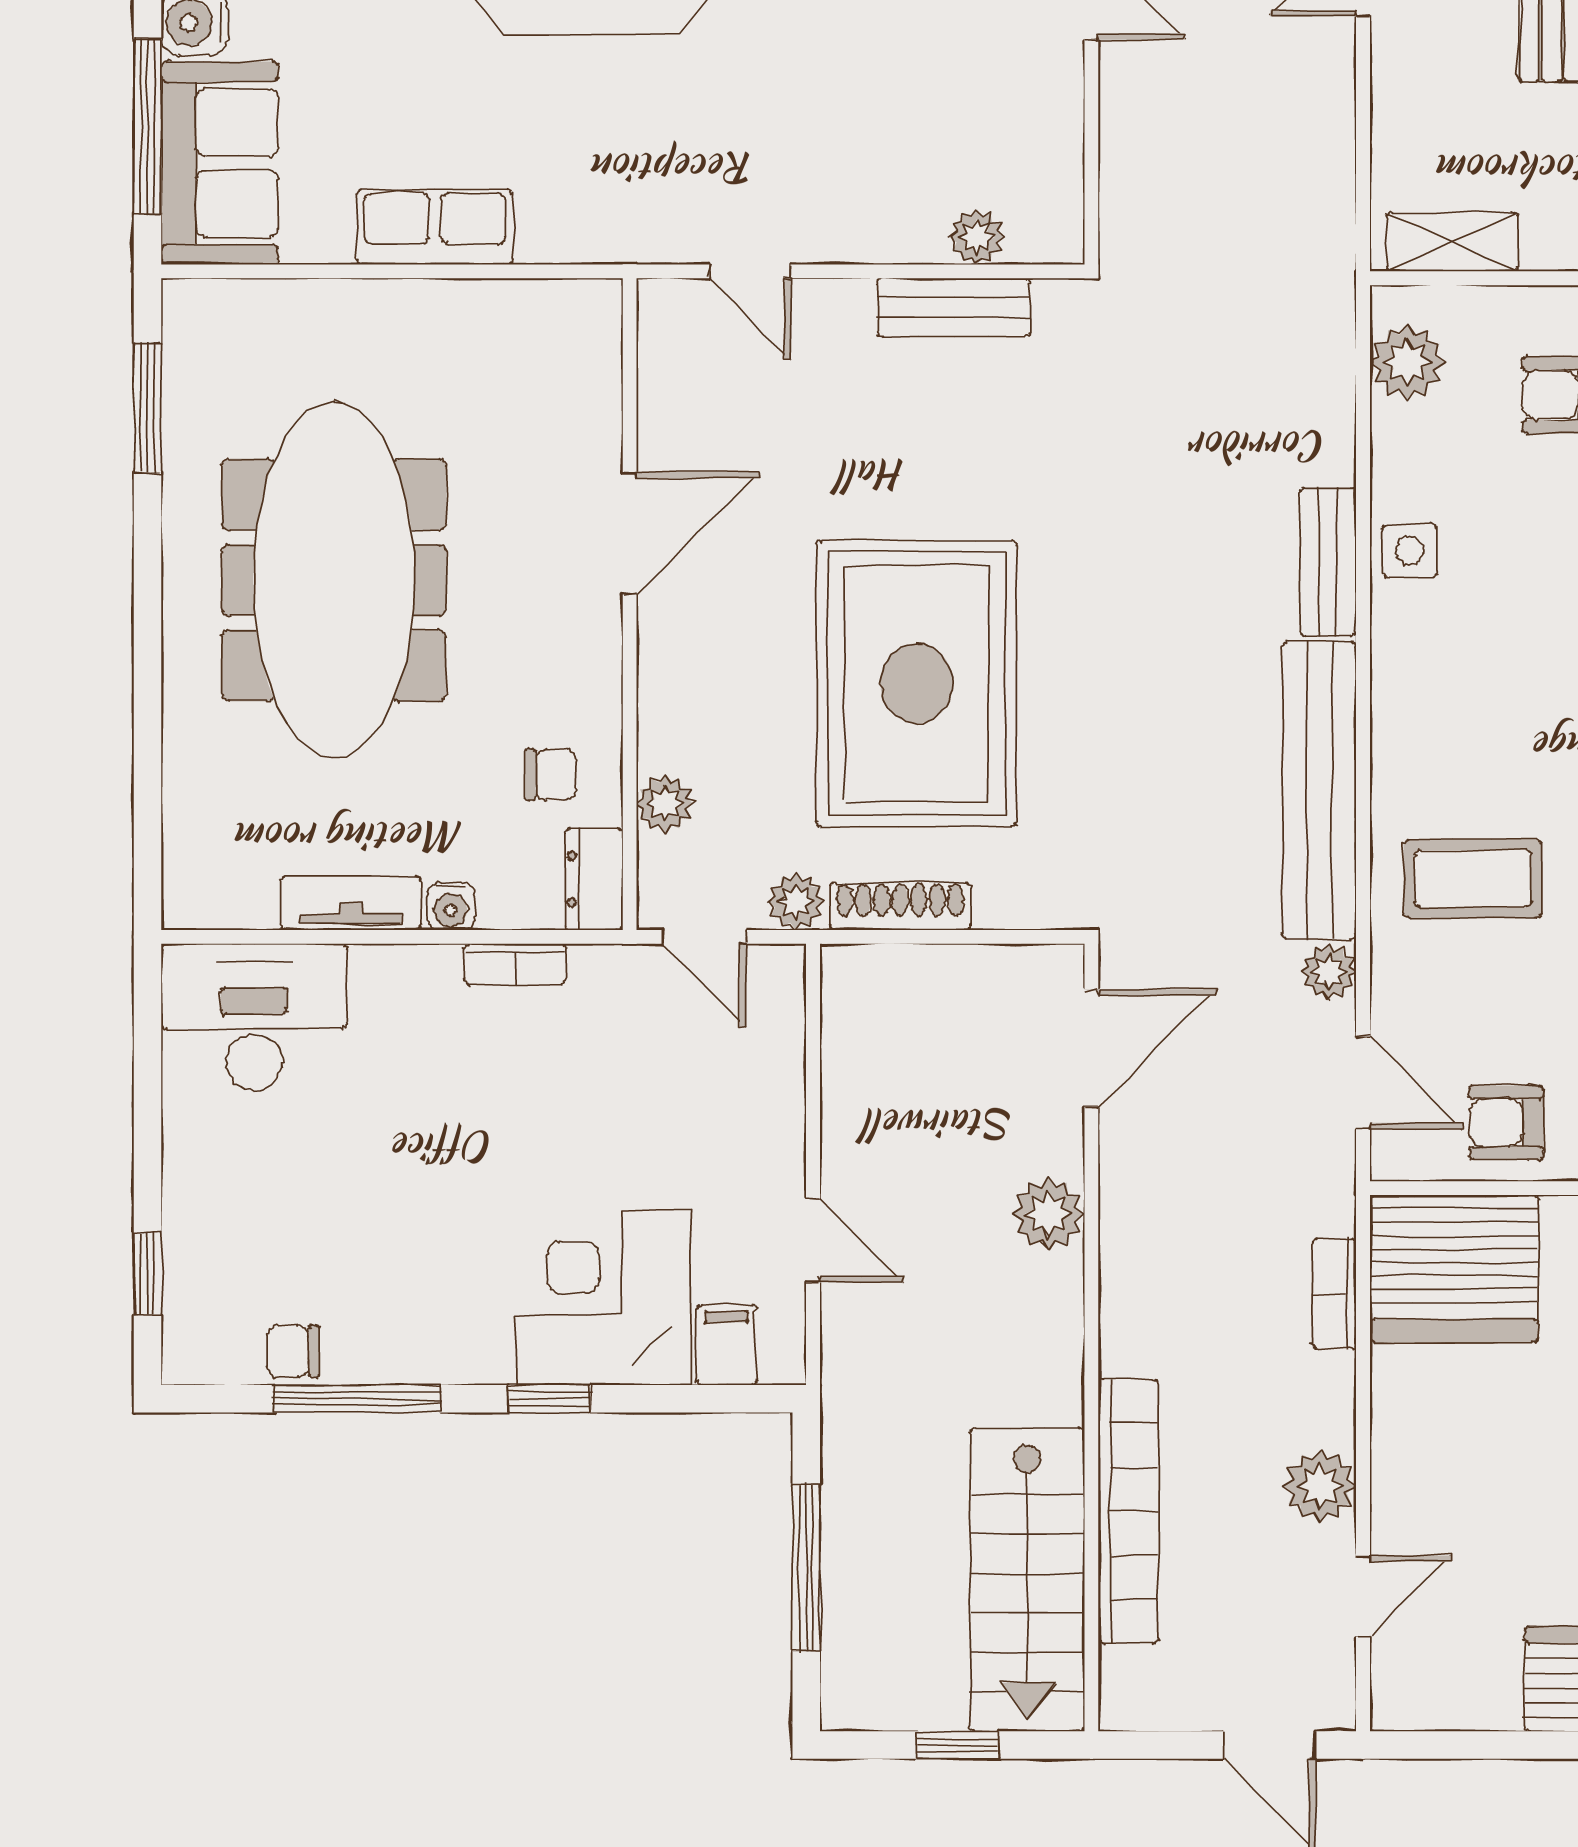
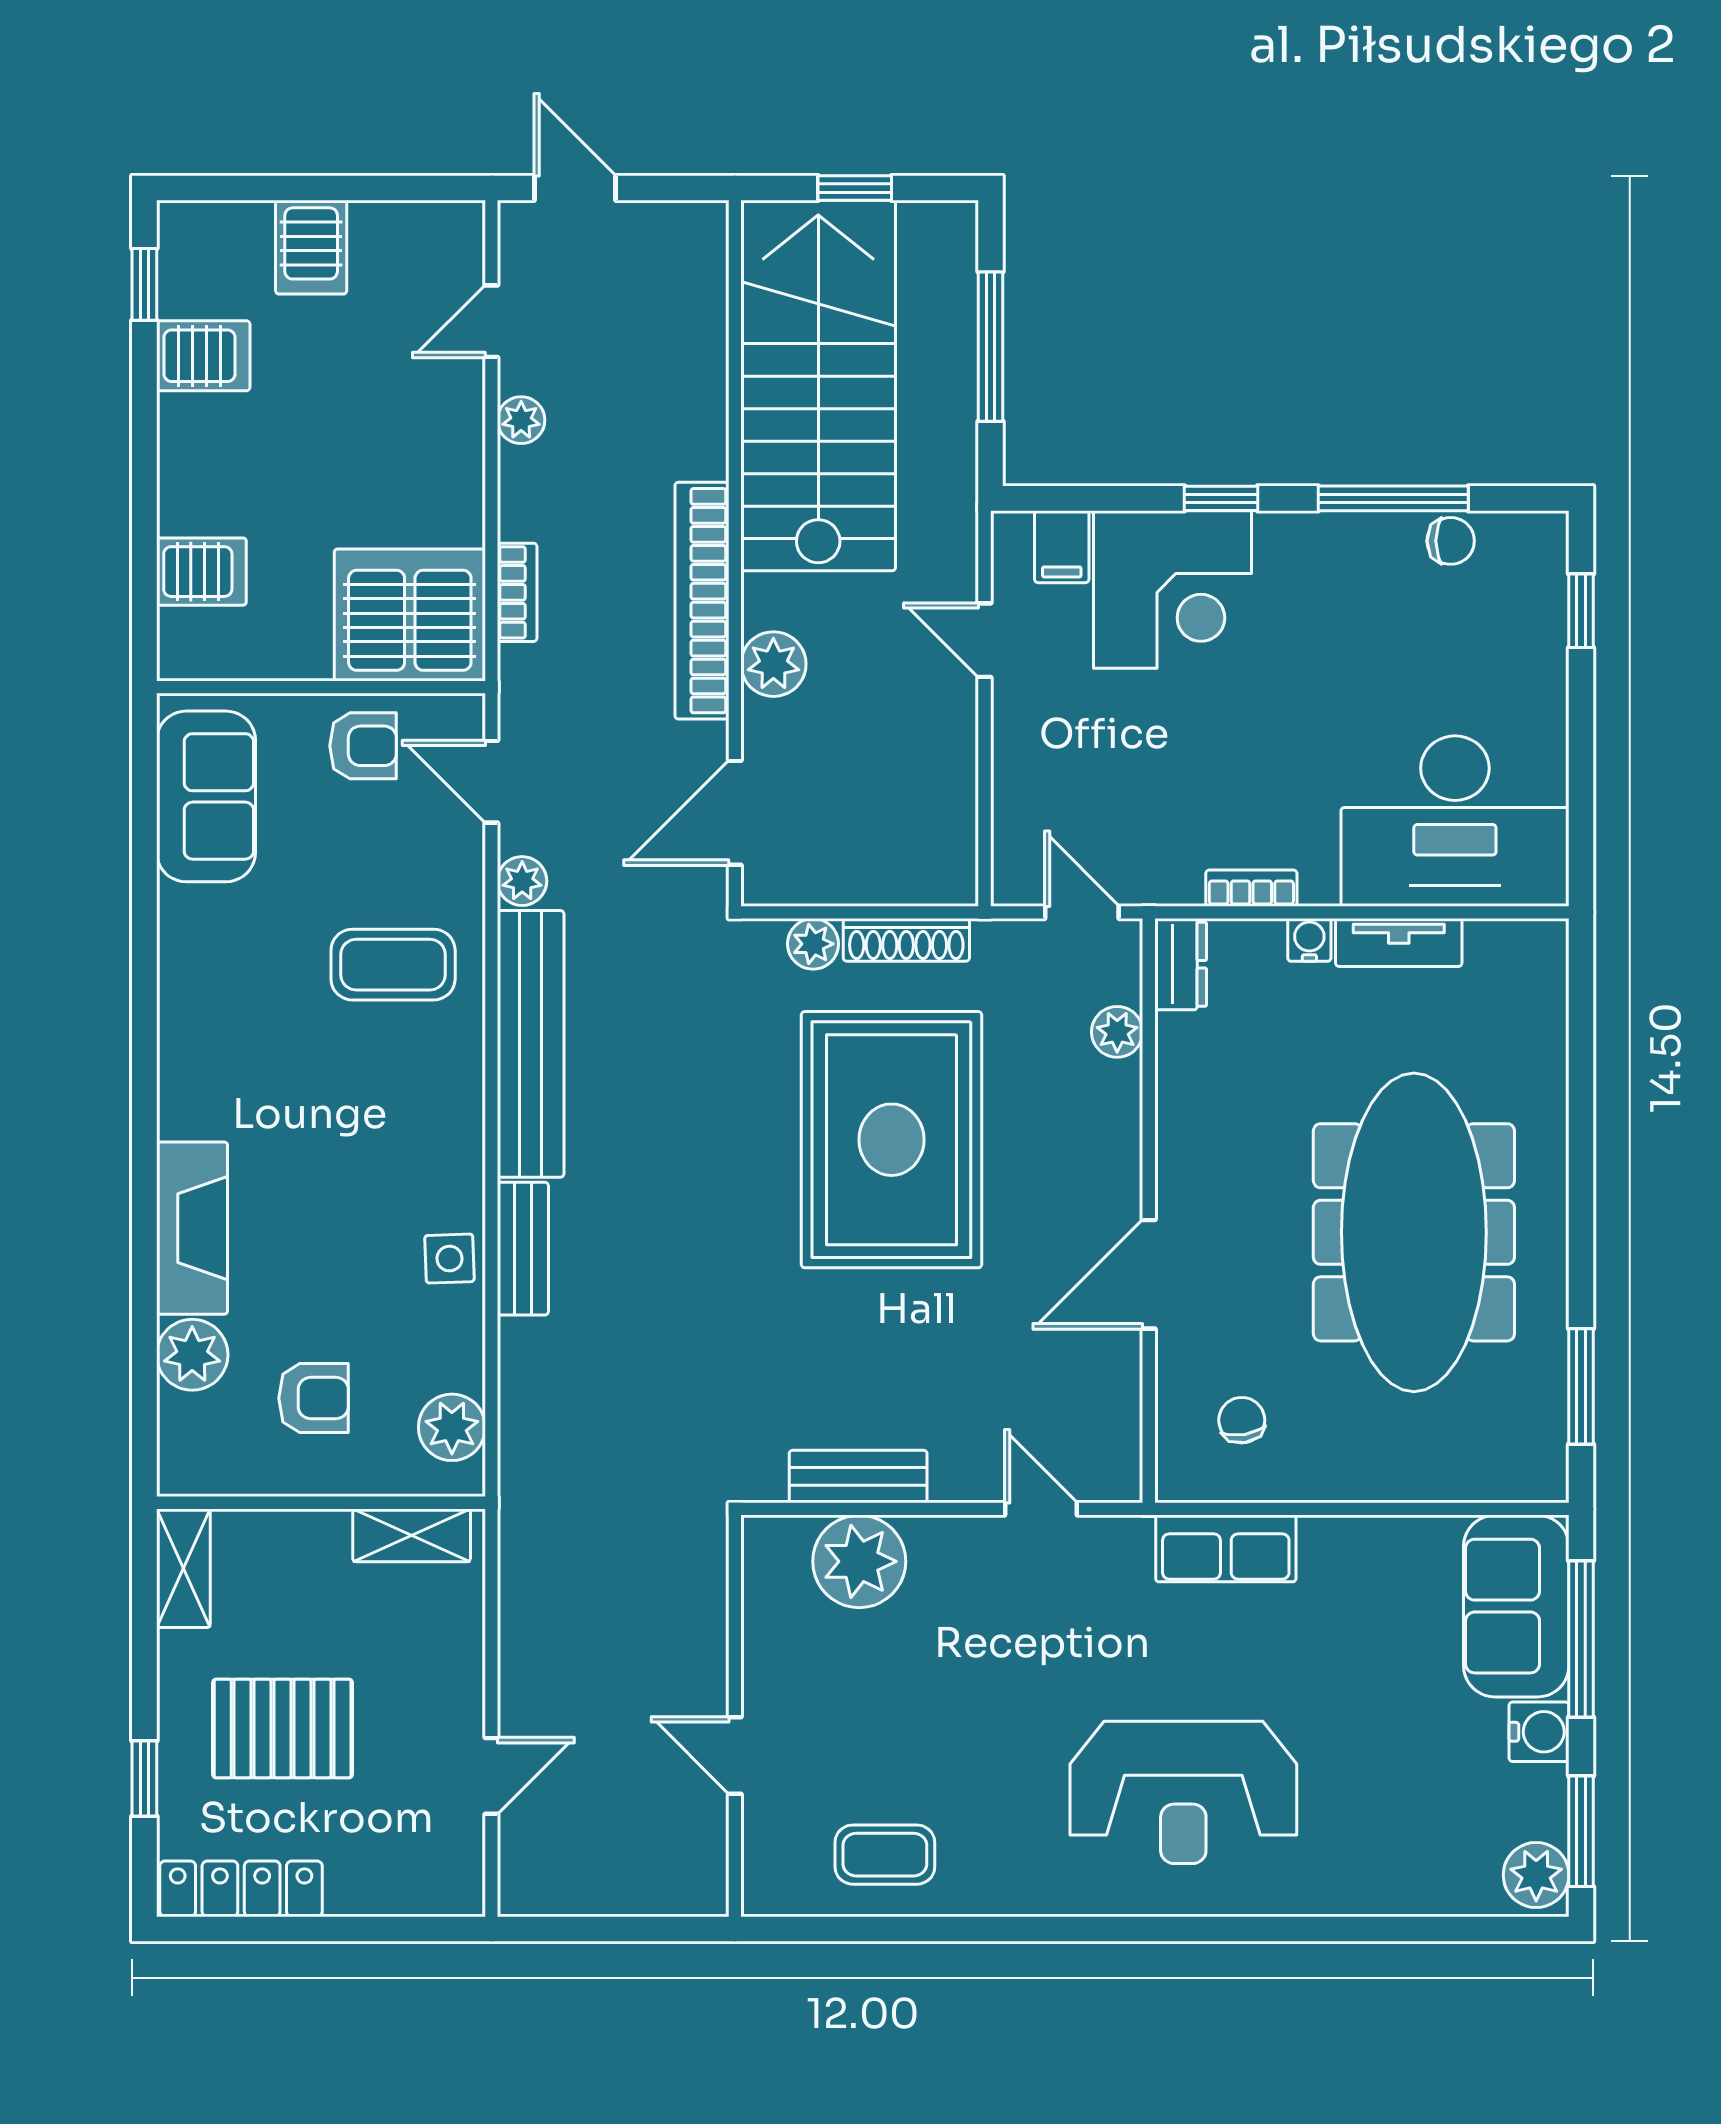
row of seats: (435, 227) -> (1226, 1548), moved
plant: (977, 237) -> (859, 1561), width x1.88, depth x1.88
chair: (551, 775) -> (1242, 1420), moved, turned 81
plant: (796, 902) -> (813, 944), moved
desk: (254, 1017) -> (1455, 821), width x1.36, depth x1.30
plant: (1320, 1486) -> (521, 420), width x0.73, depth x0.73
bookcase: (1128, 1511) -> (702, 601), moved
stairs: (1027, 1580) -> (818, 386), width x1.36, depth x1.51

